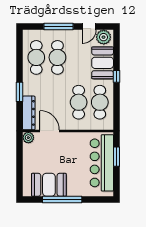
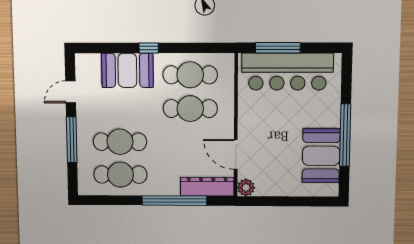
door: (89, 27) -> (71, 92), swing flipped
plant: (104, 37) -> (87, 69), removed
window: (20, 92) -> (174, 201), width x2.11
door: (50, 131) -> (236, 154), hinge flipped
window: (117, 157) -> (278, 48), width x1.44

